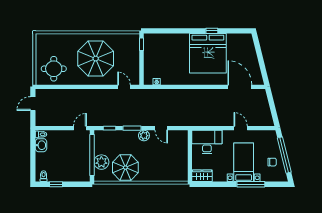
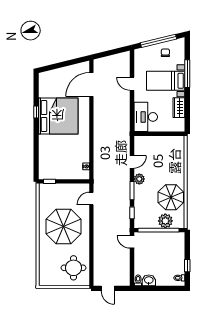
door: (241, 128) -> (132, 84), hinge flipped
wardrobe: (202, 176) -> (179, 108), moved

